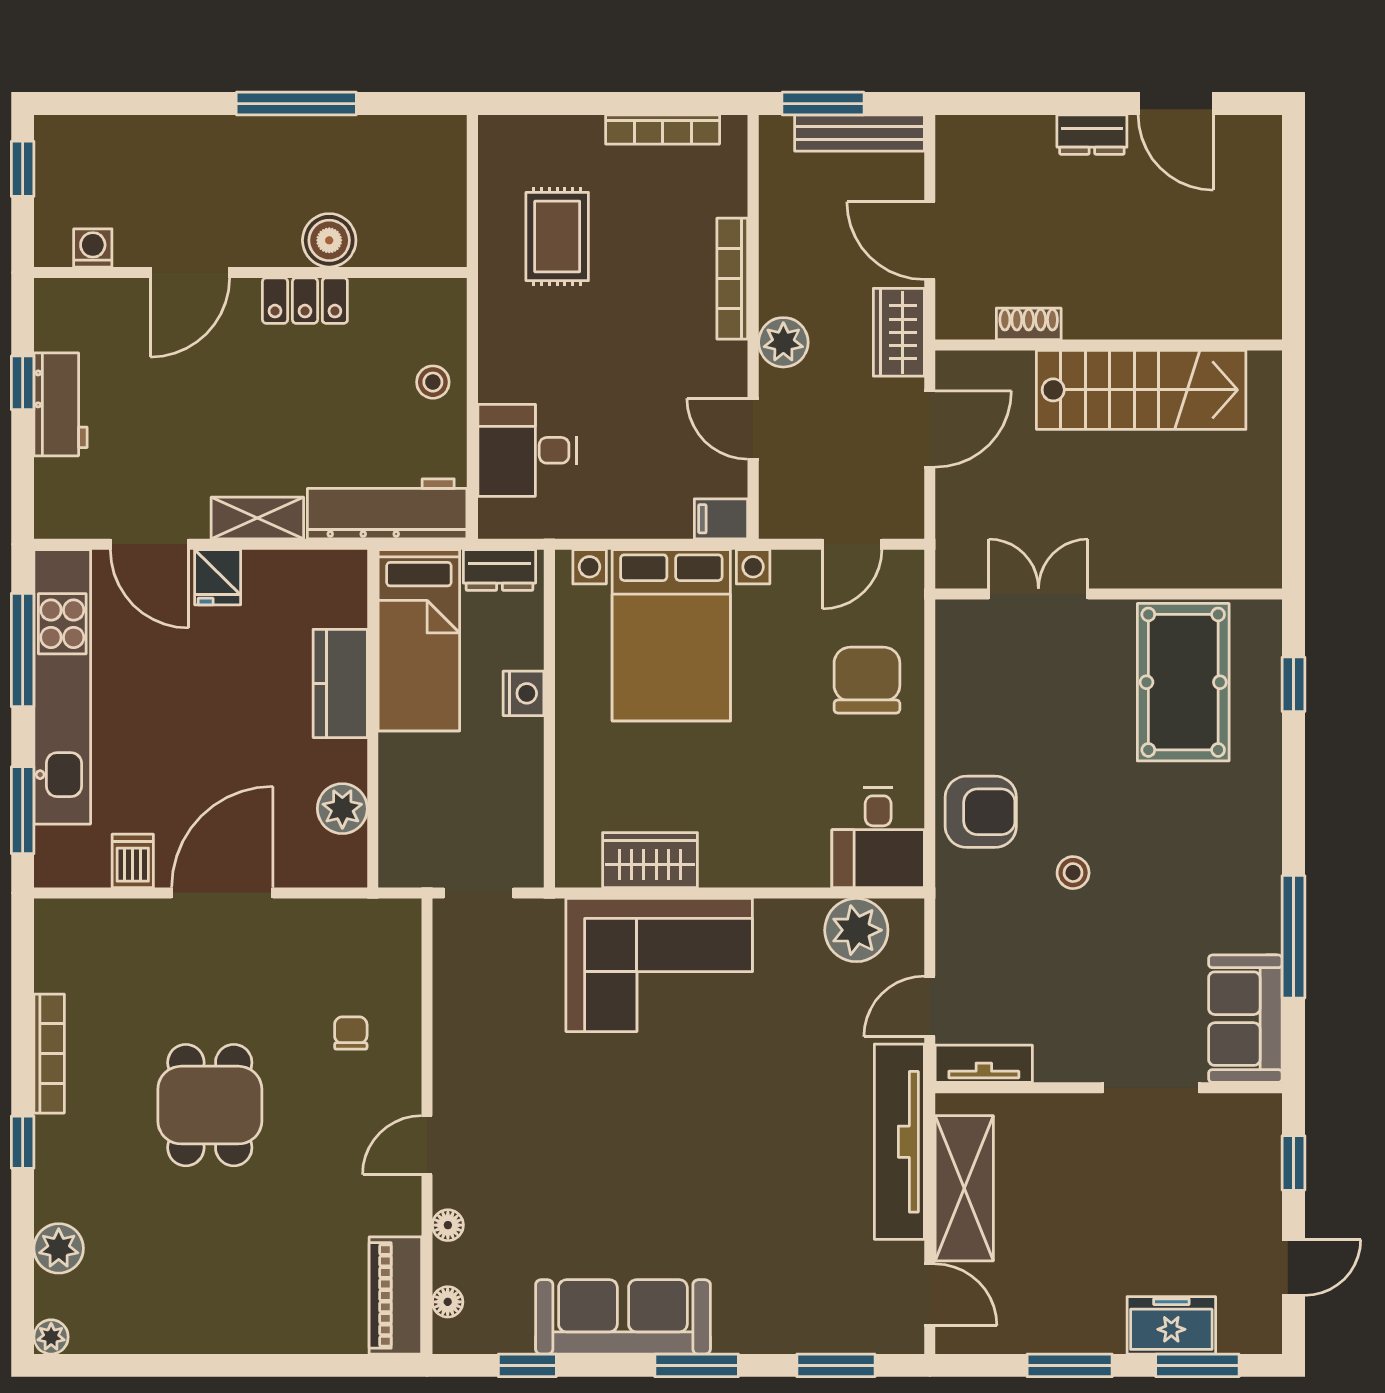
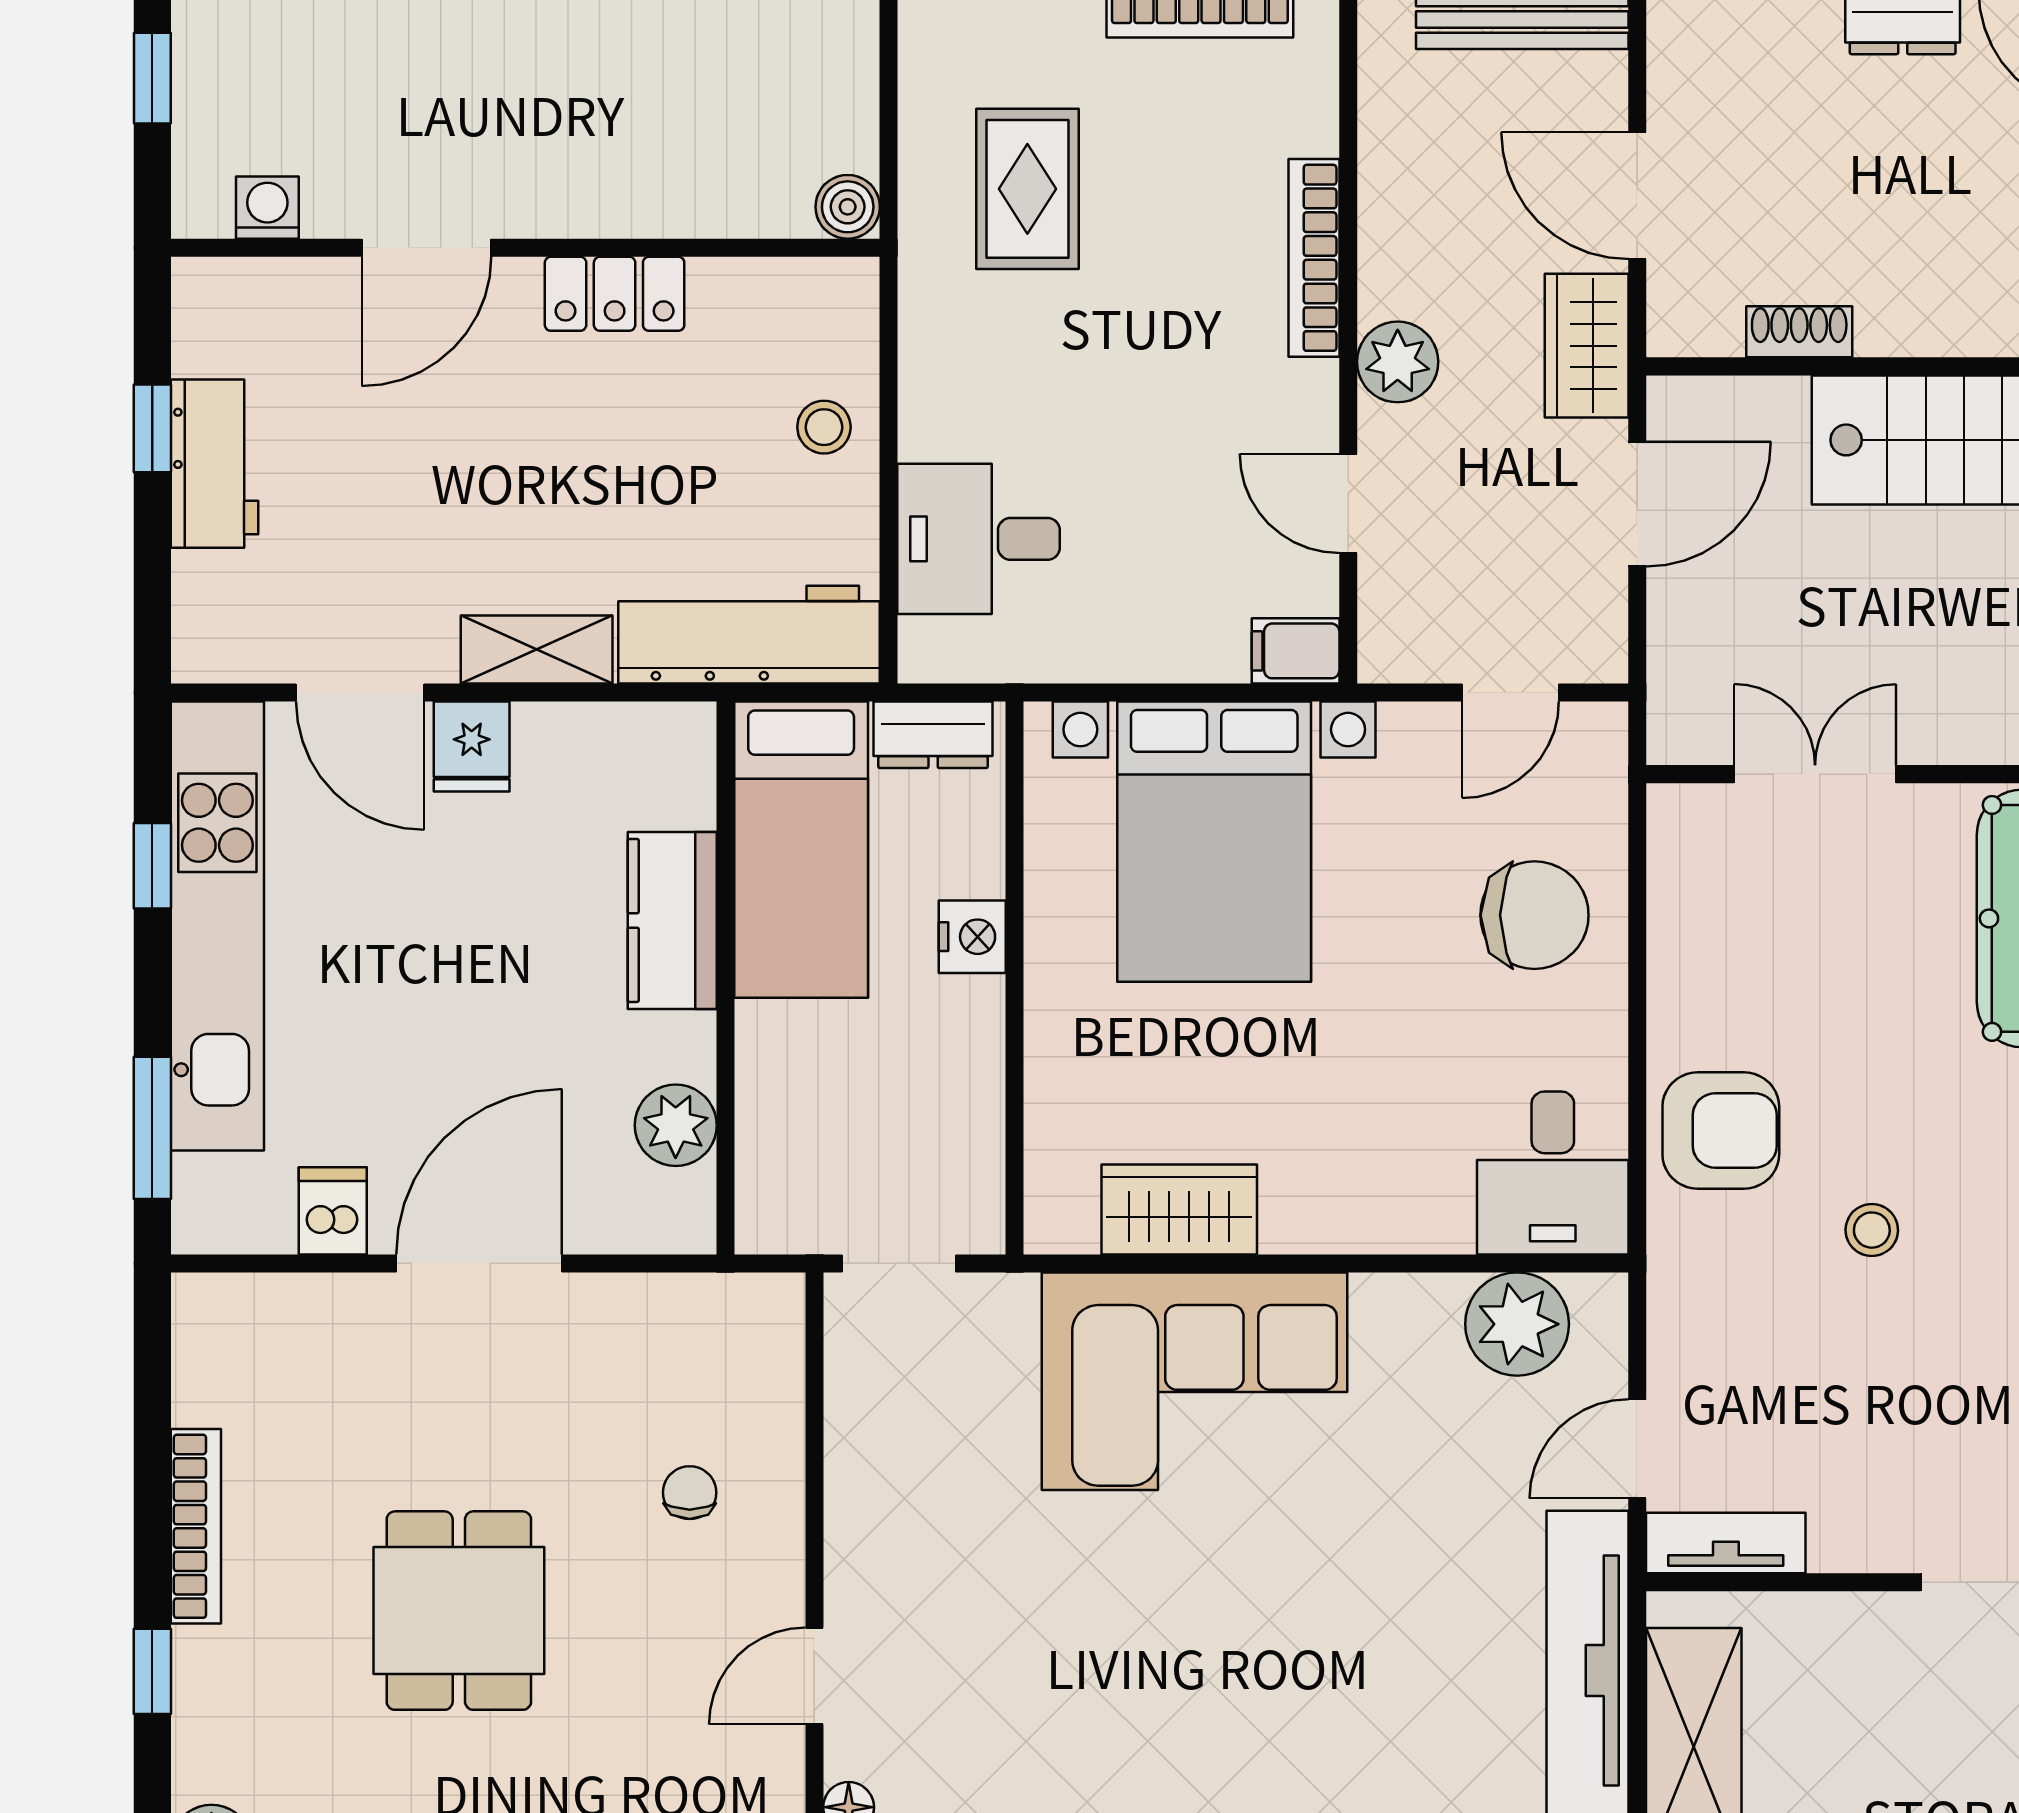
boiler: (329, 240) -> (848, 207), moved, width x0.73, depth x0.73
window: (23, 650) -> (152, 866), width x0.46
chair: (867, 680) -> (1534, 915), turned 90

